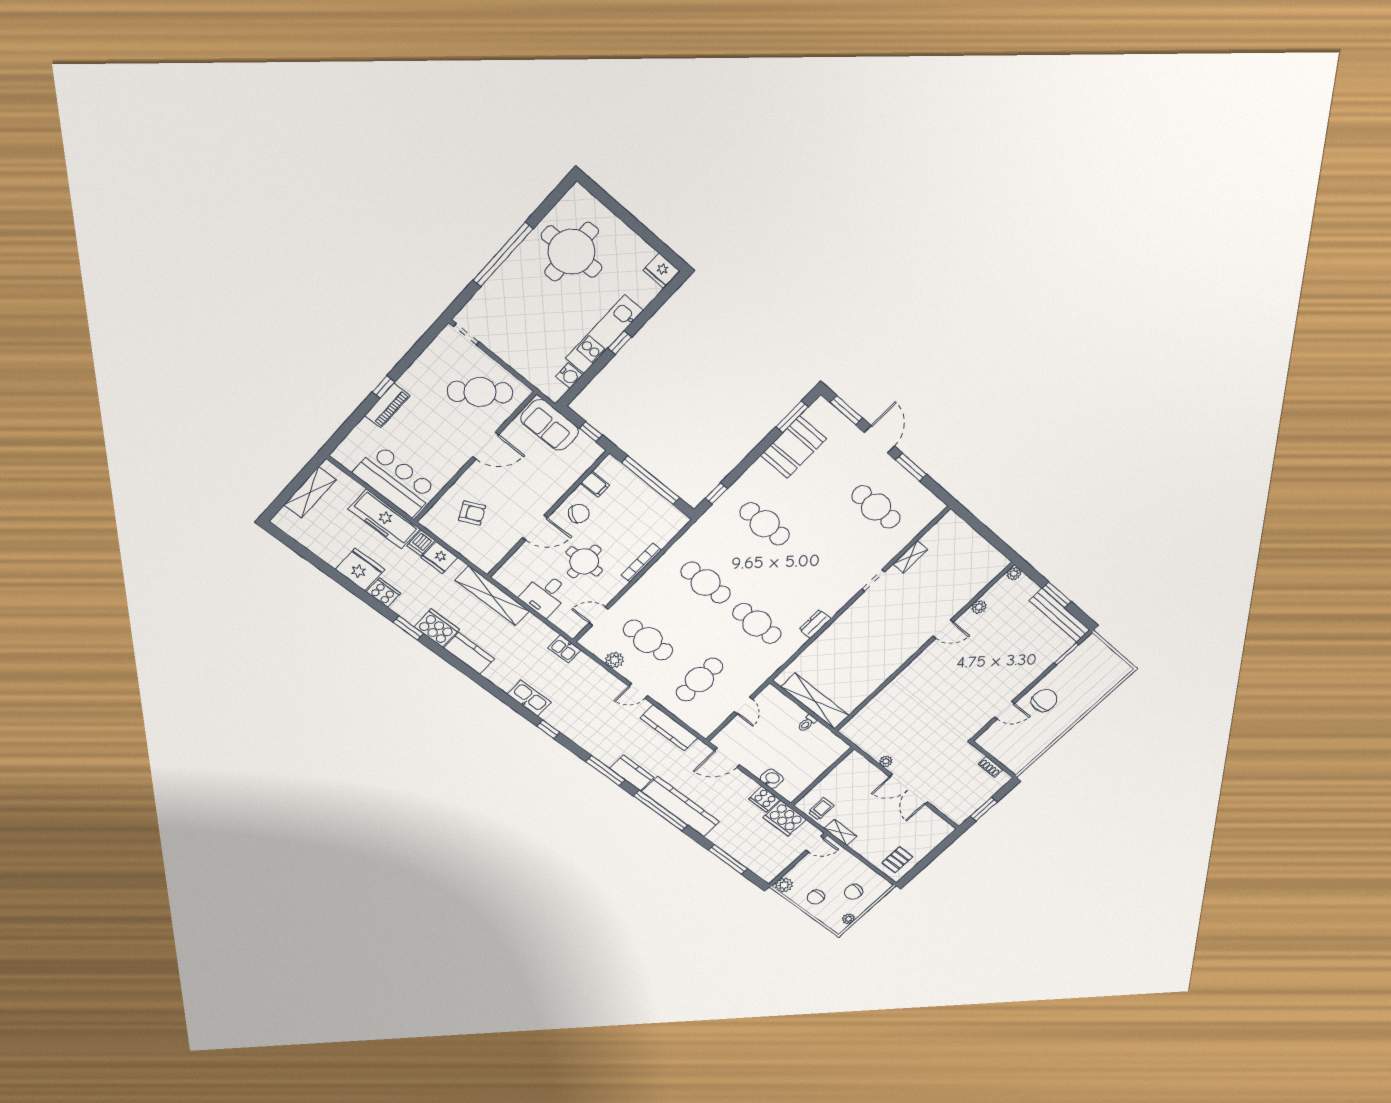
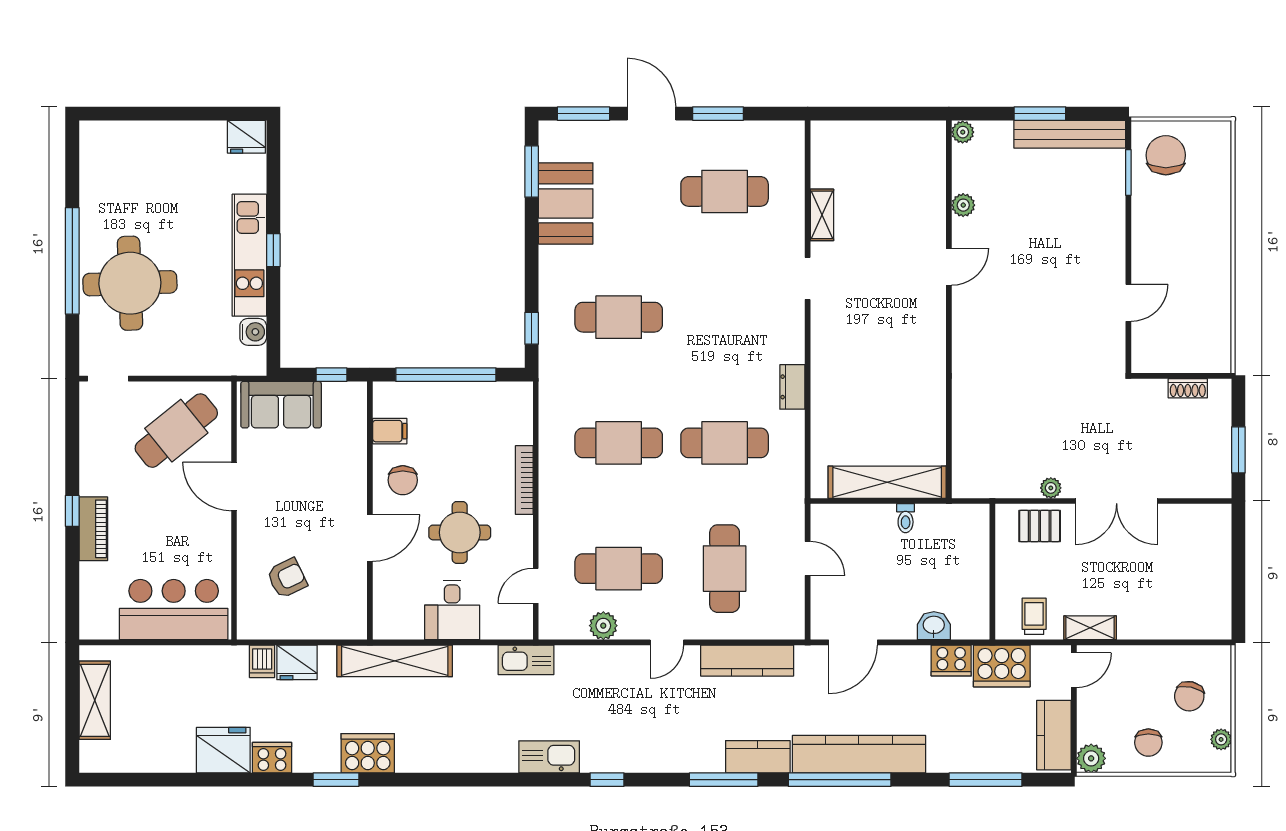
round table: (572, 252) -> (130, 283), moved
door: (486, 446) -> (234, 486), swing flipped
chair: (579, 514) -> (403, 480), turned 147
freezer: (384, 519) -> (199, 666), removed
kitchen sink: (564, 649) -> (526, 660), width x1.38
kitchen counter: (469, 653) -> (1054, 735), moved, turned -90
chair: (1044, 700) -> (1166, 155), moved
pallet: (897, 860) -> (1040, 526), moved, turned 90

